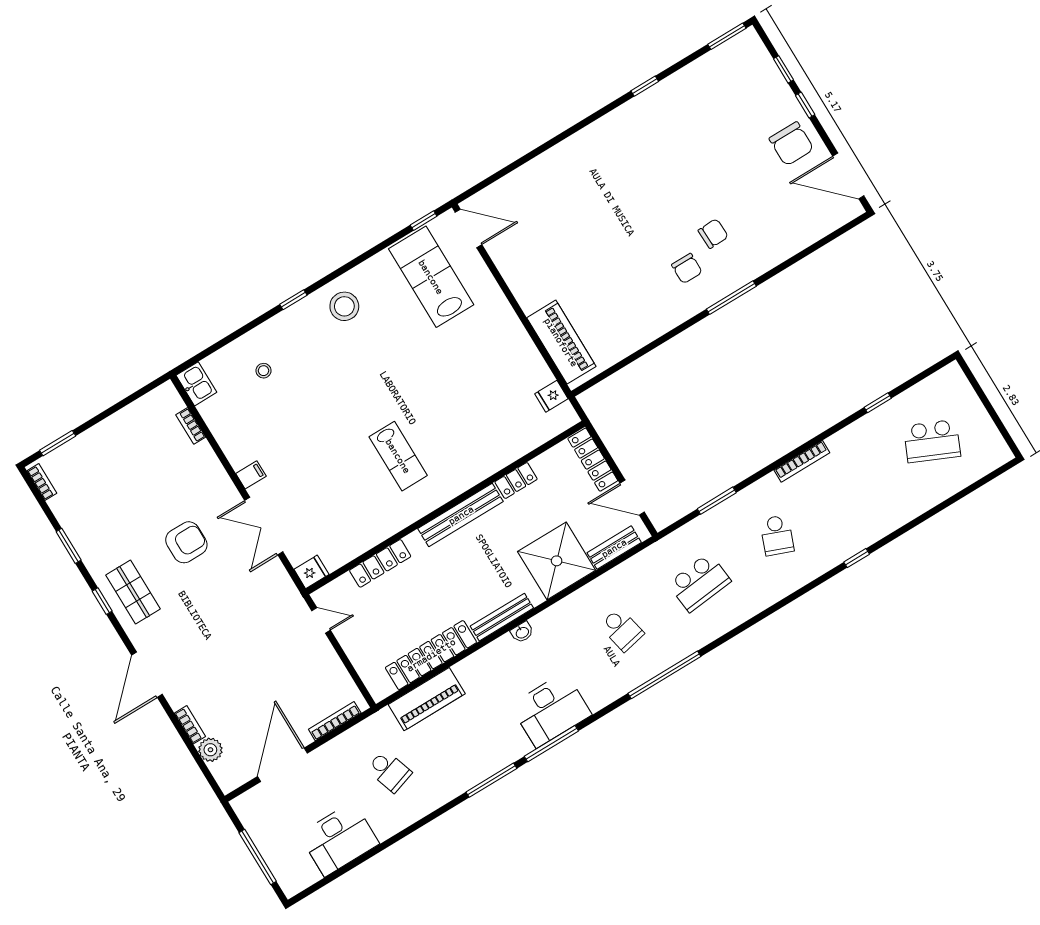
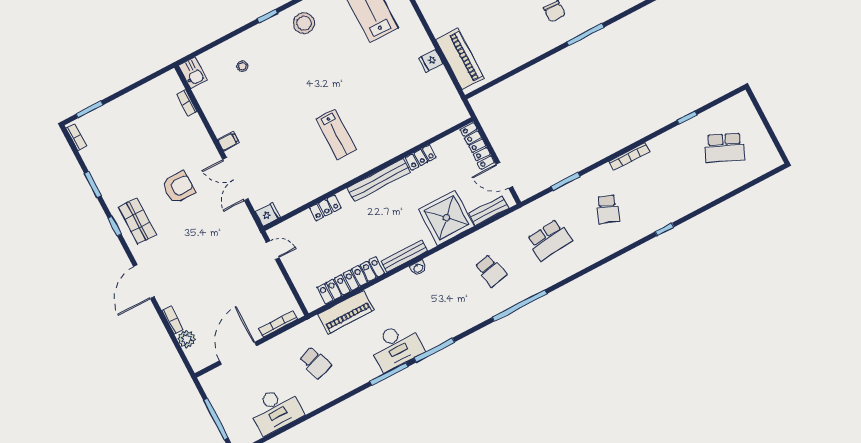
fridge: (551, 396) -> (431, 61), moved
locker: (380, 563) -> (325, 208), width x0.66
desk: (551, 710) -> (396, 346), moved

